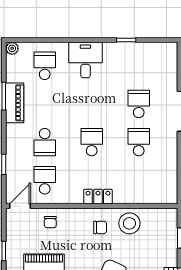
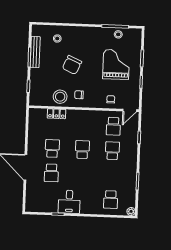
desk: (85, 60) -> (69, 202), moved
piano: (15, 103) -> (131, 177), removed
school desk: (92, 142) -> (82, 150), turned 180
school desk: (139, 142) -> (52, 148), turned 180
locker: (98, 197) -> (56, 114), moved

